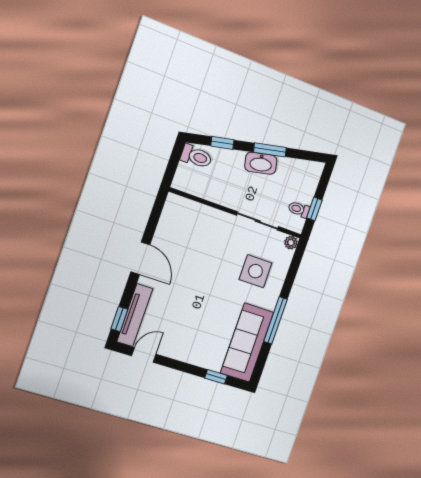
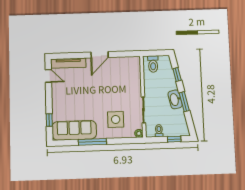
toilet: (196, 157) -> (153, 64), moved
window: (314, 209) -> (174, 139), moved
window: (119, 319) -> (63, 56), removed

